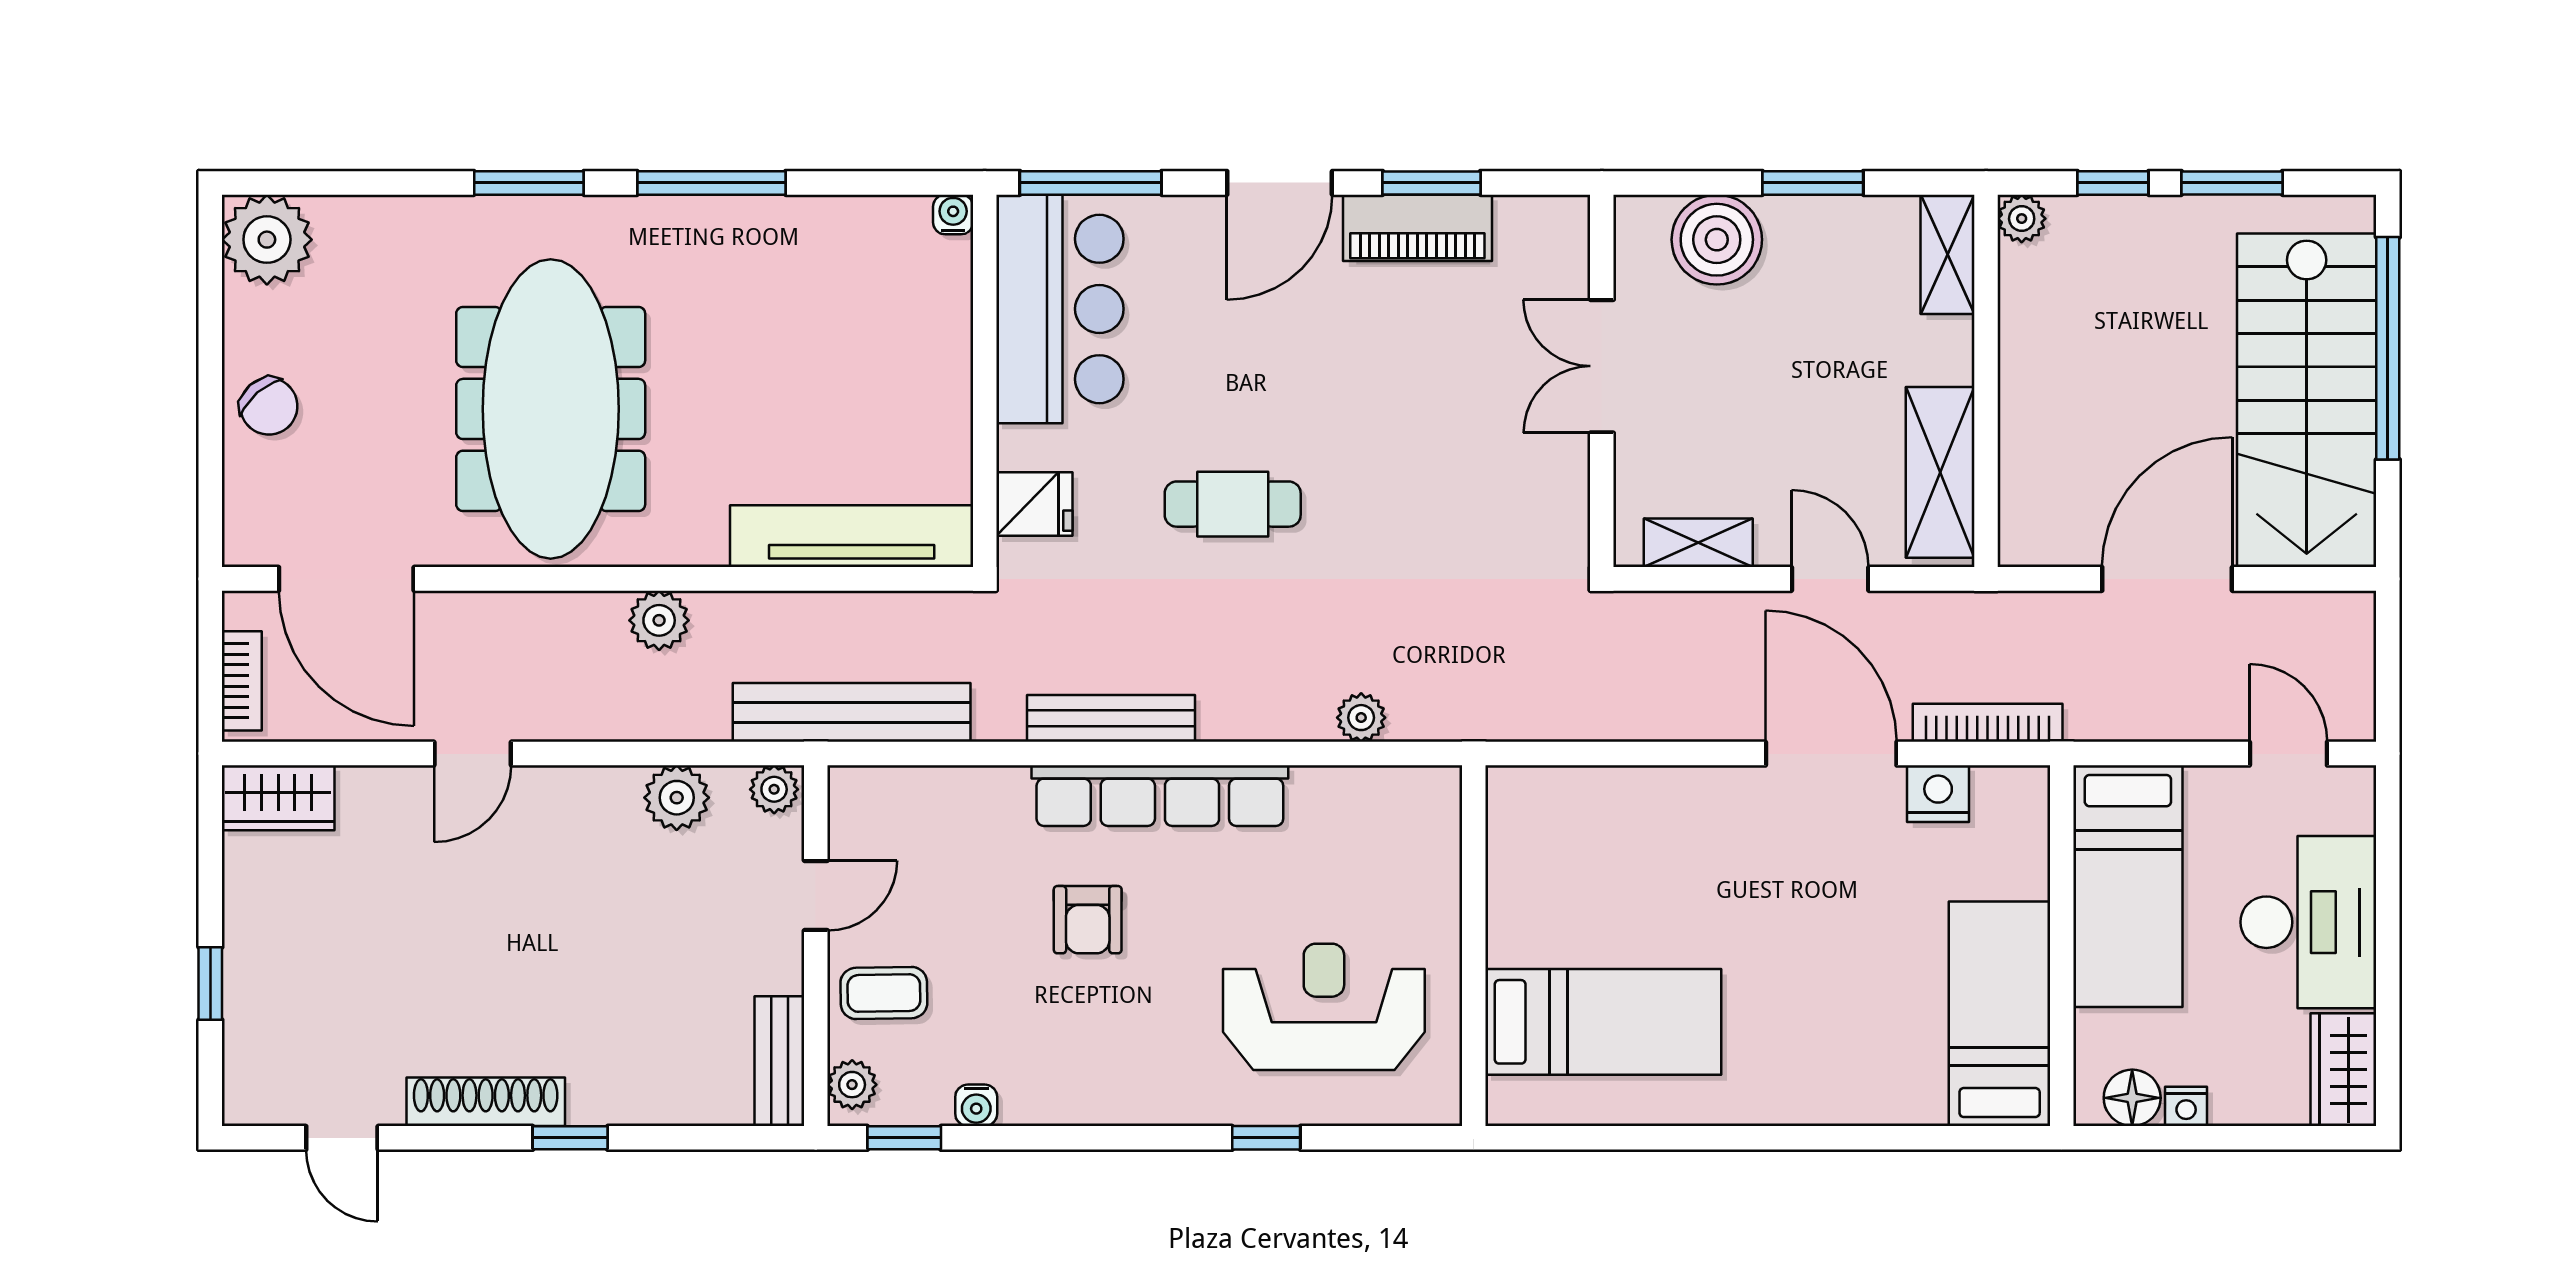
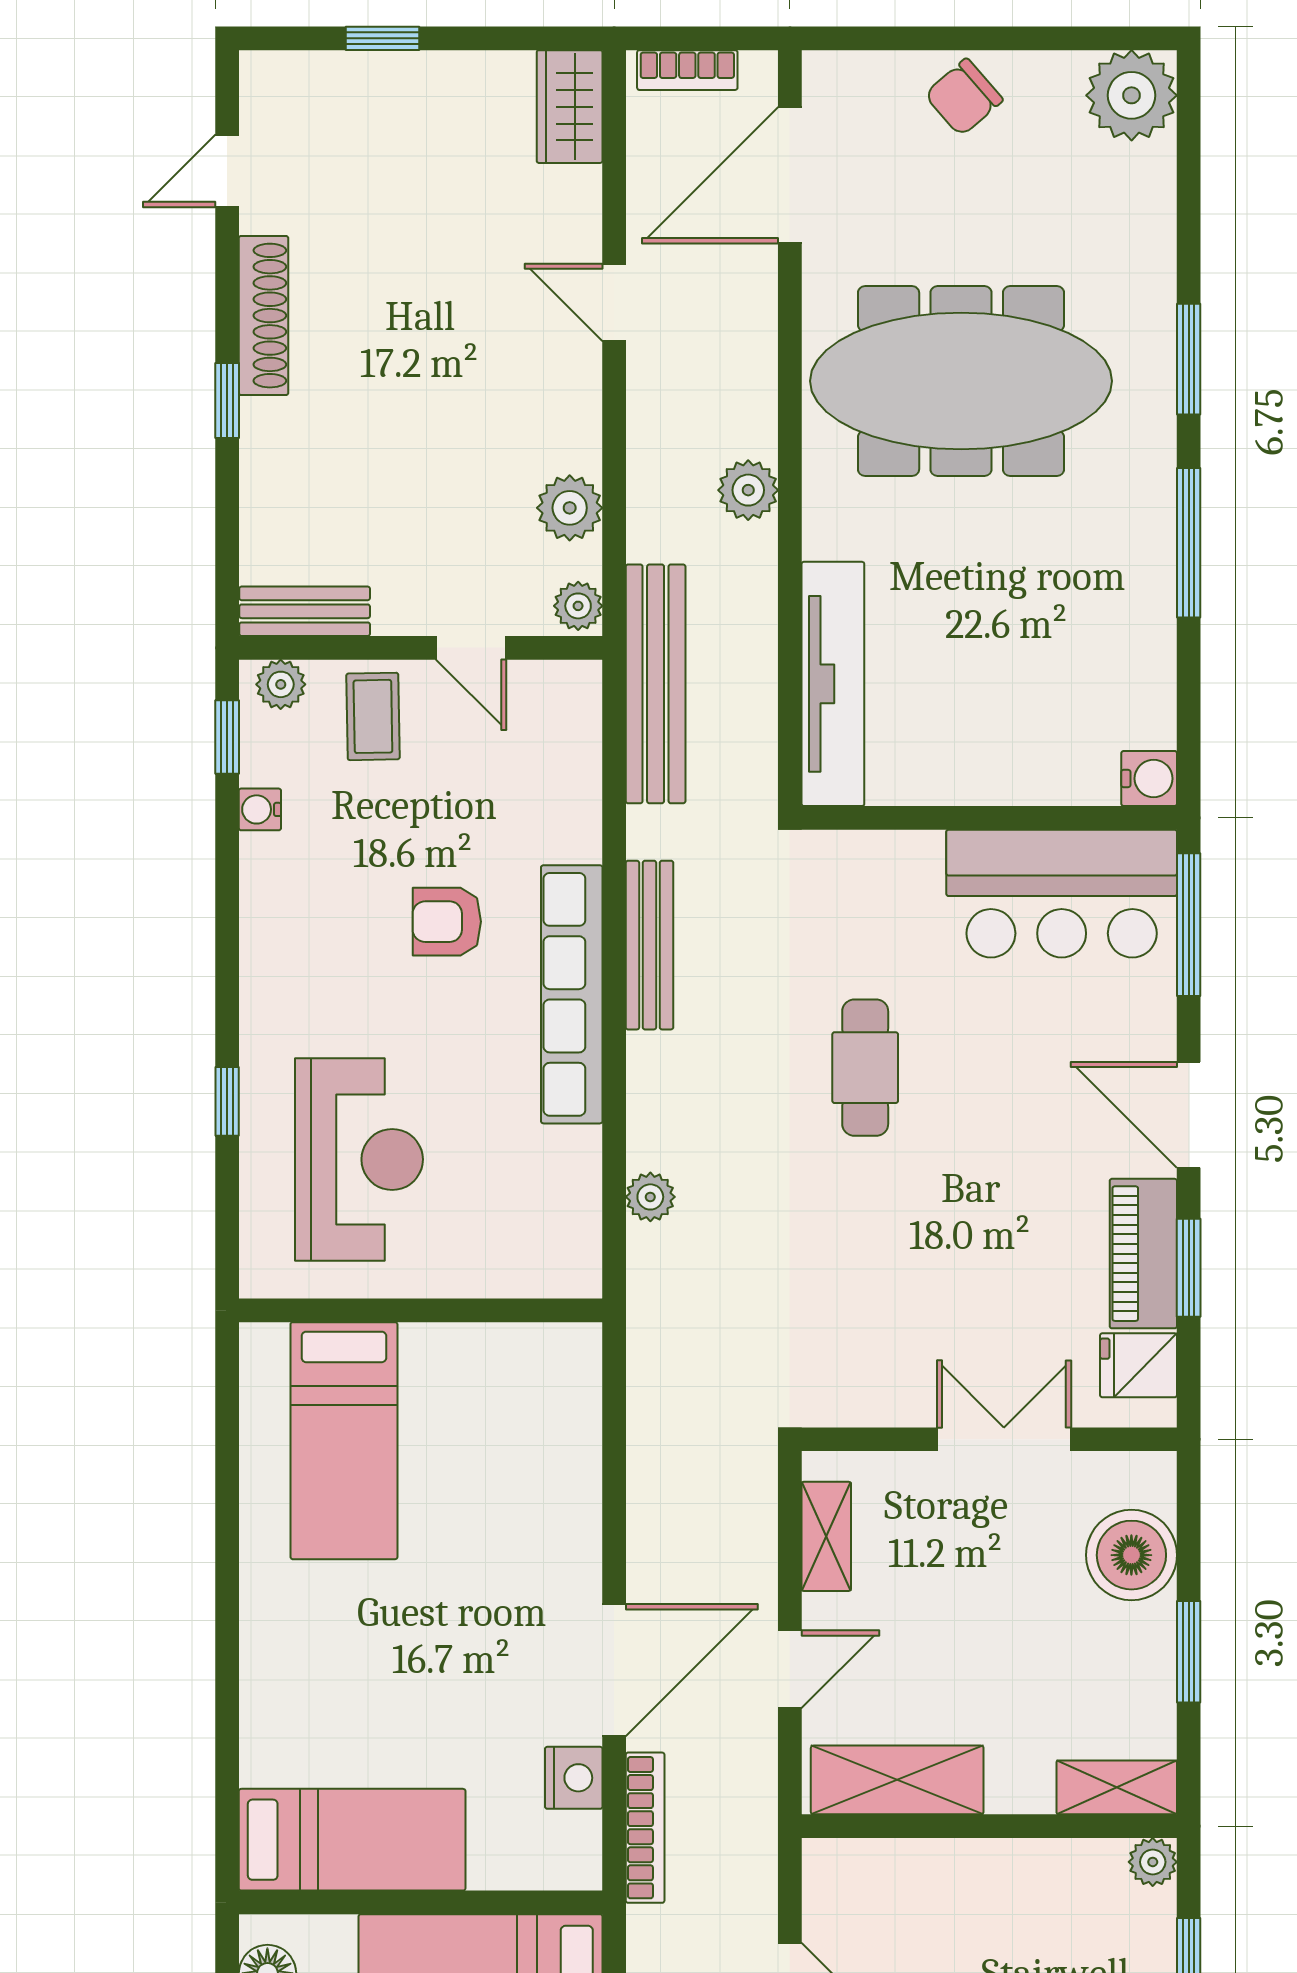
water cooler: (953, 214) -> (1149, 779), width x1.38, depth x1.38
fridge: (1034, 504) -> (1139, 1365), moved, turned 90

